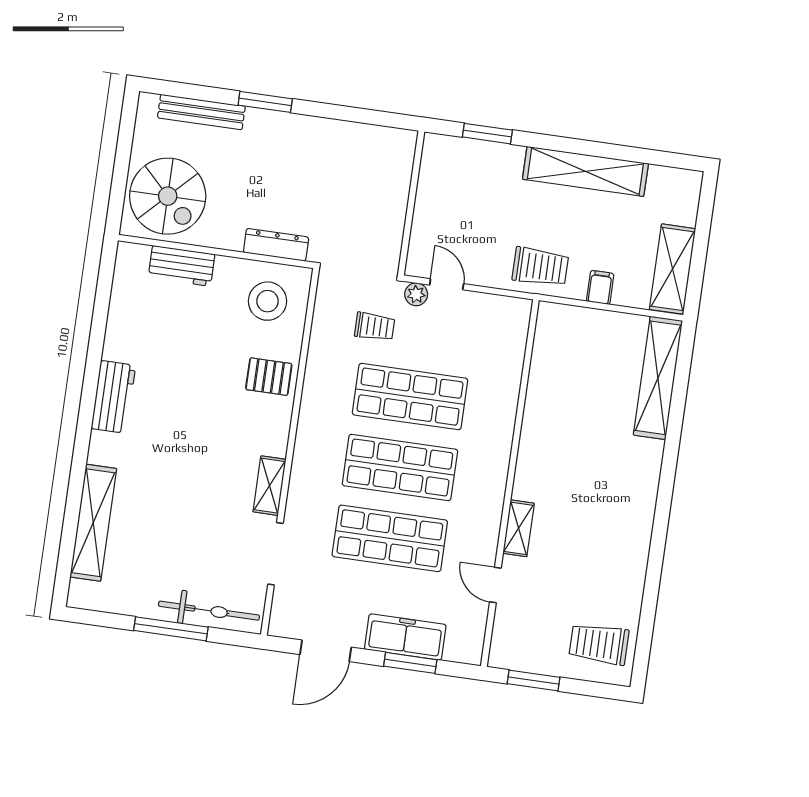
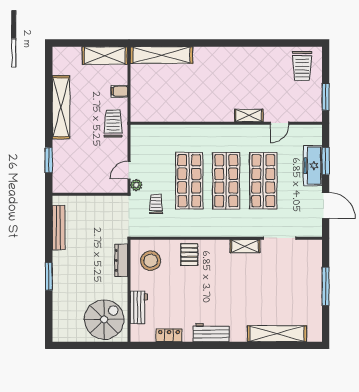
bench: (201, 112) -> (59, 228), moved
locker: (120, 316) -> (169, 335), added
bicycle: (209, 611) -> (314, 268), removed

